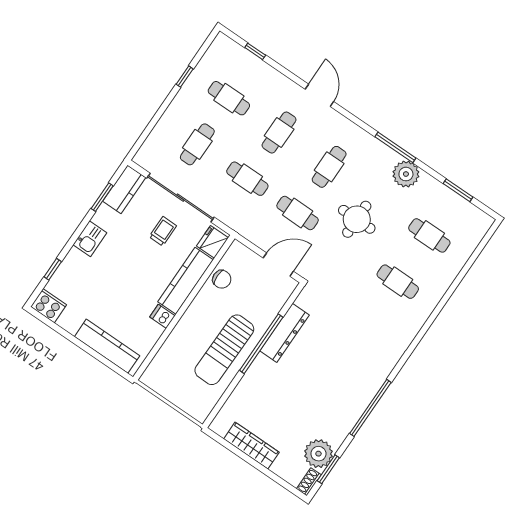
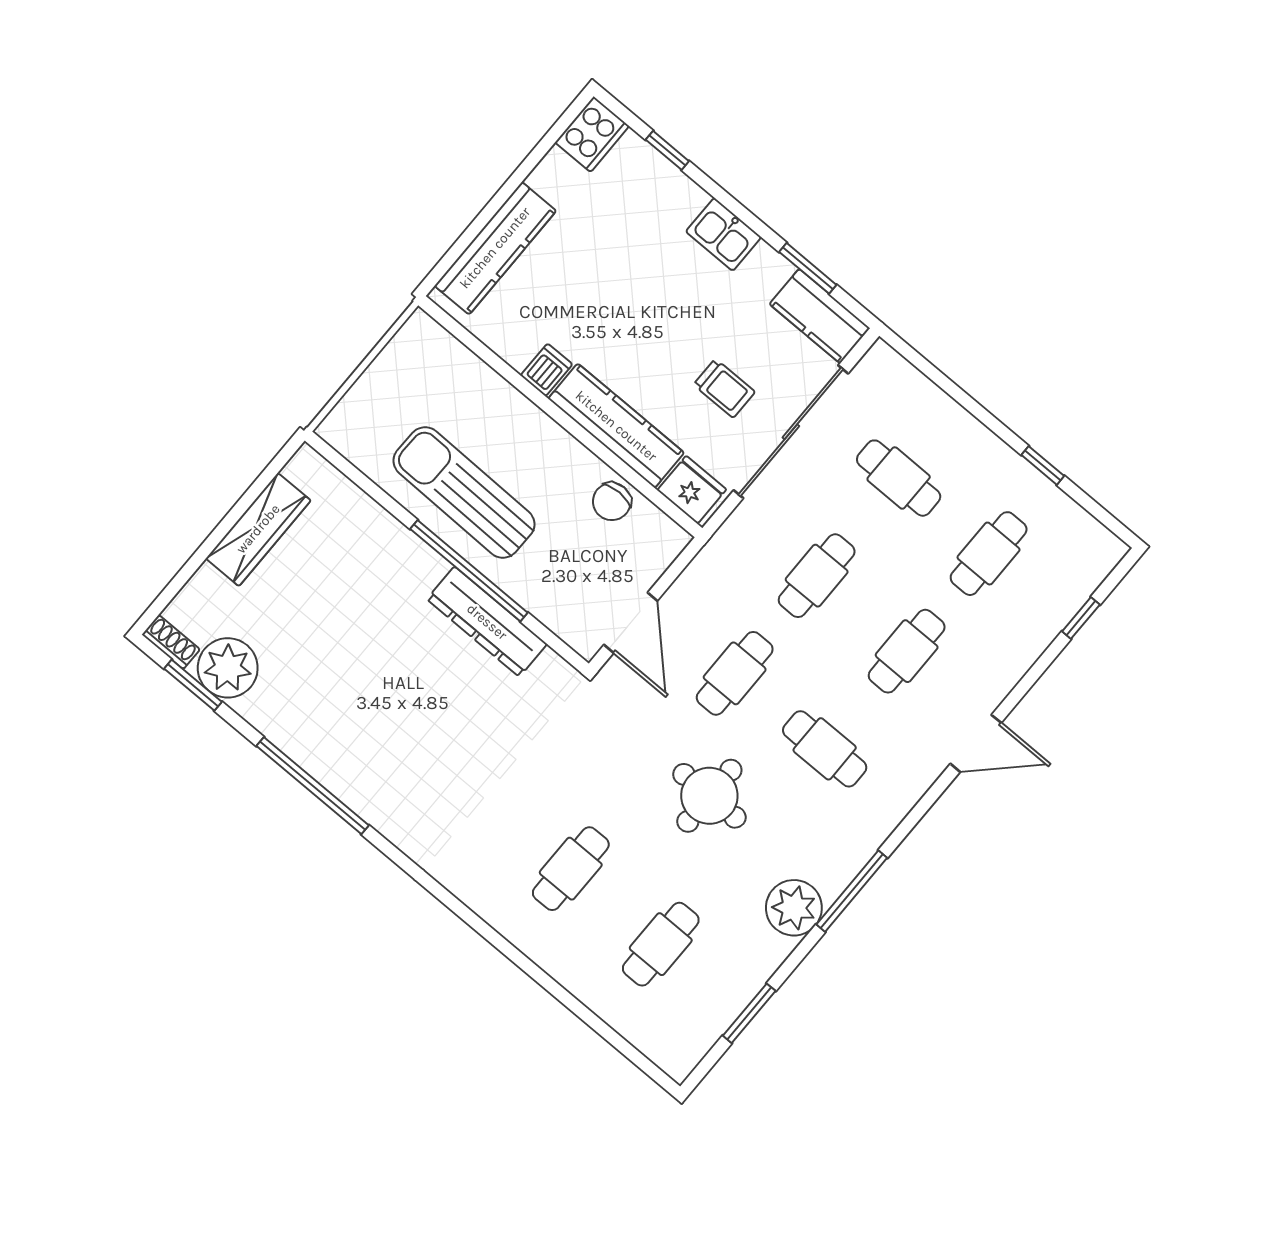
cafe table: (279, 133) -> (907, 651), turned 90

